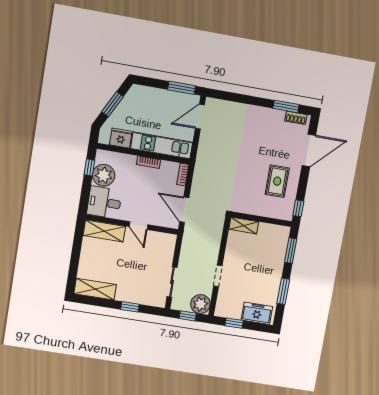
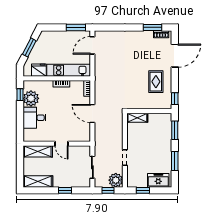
wall: (132, 225) -> (57, 144), moved
door: (139, 226) -> (62, 144), moved
shelving: (104, 231) -> (38, 151), moved

